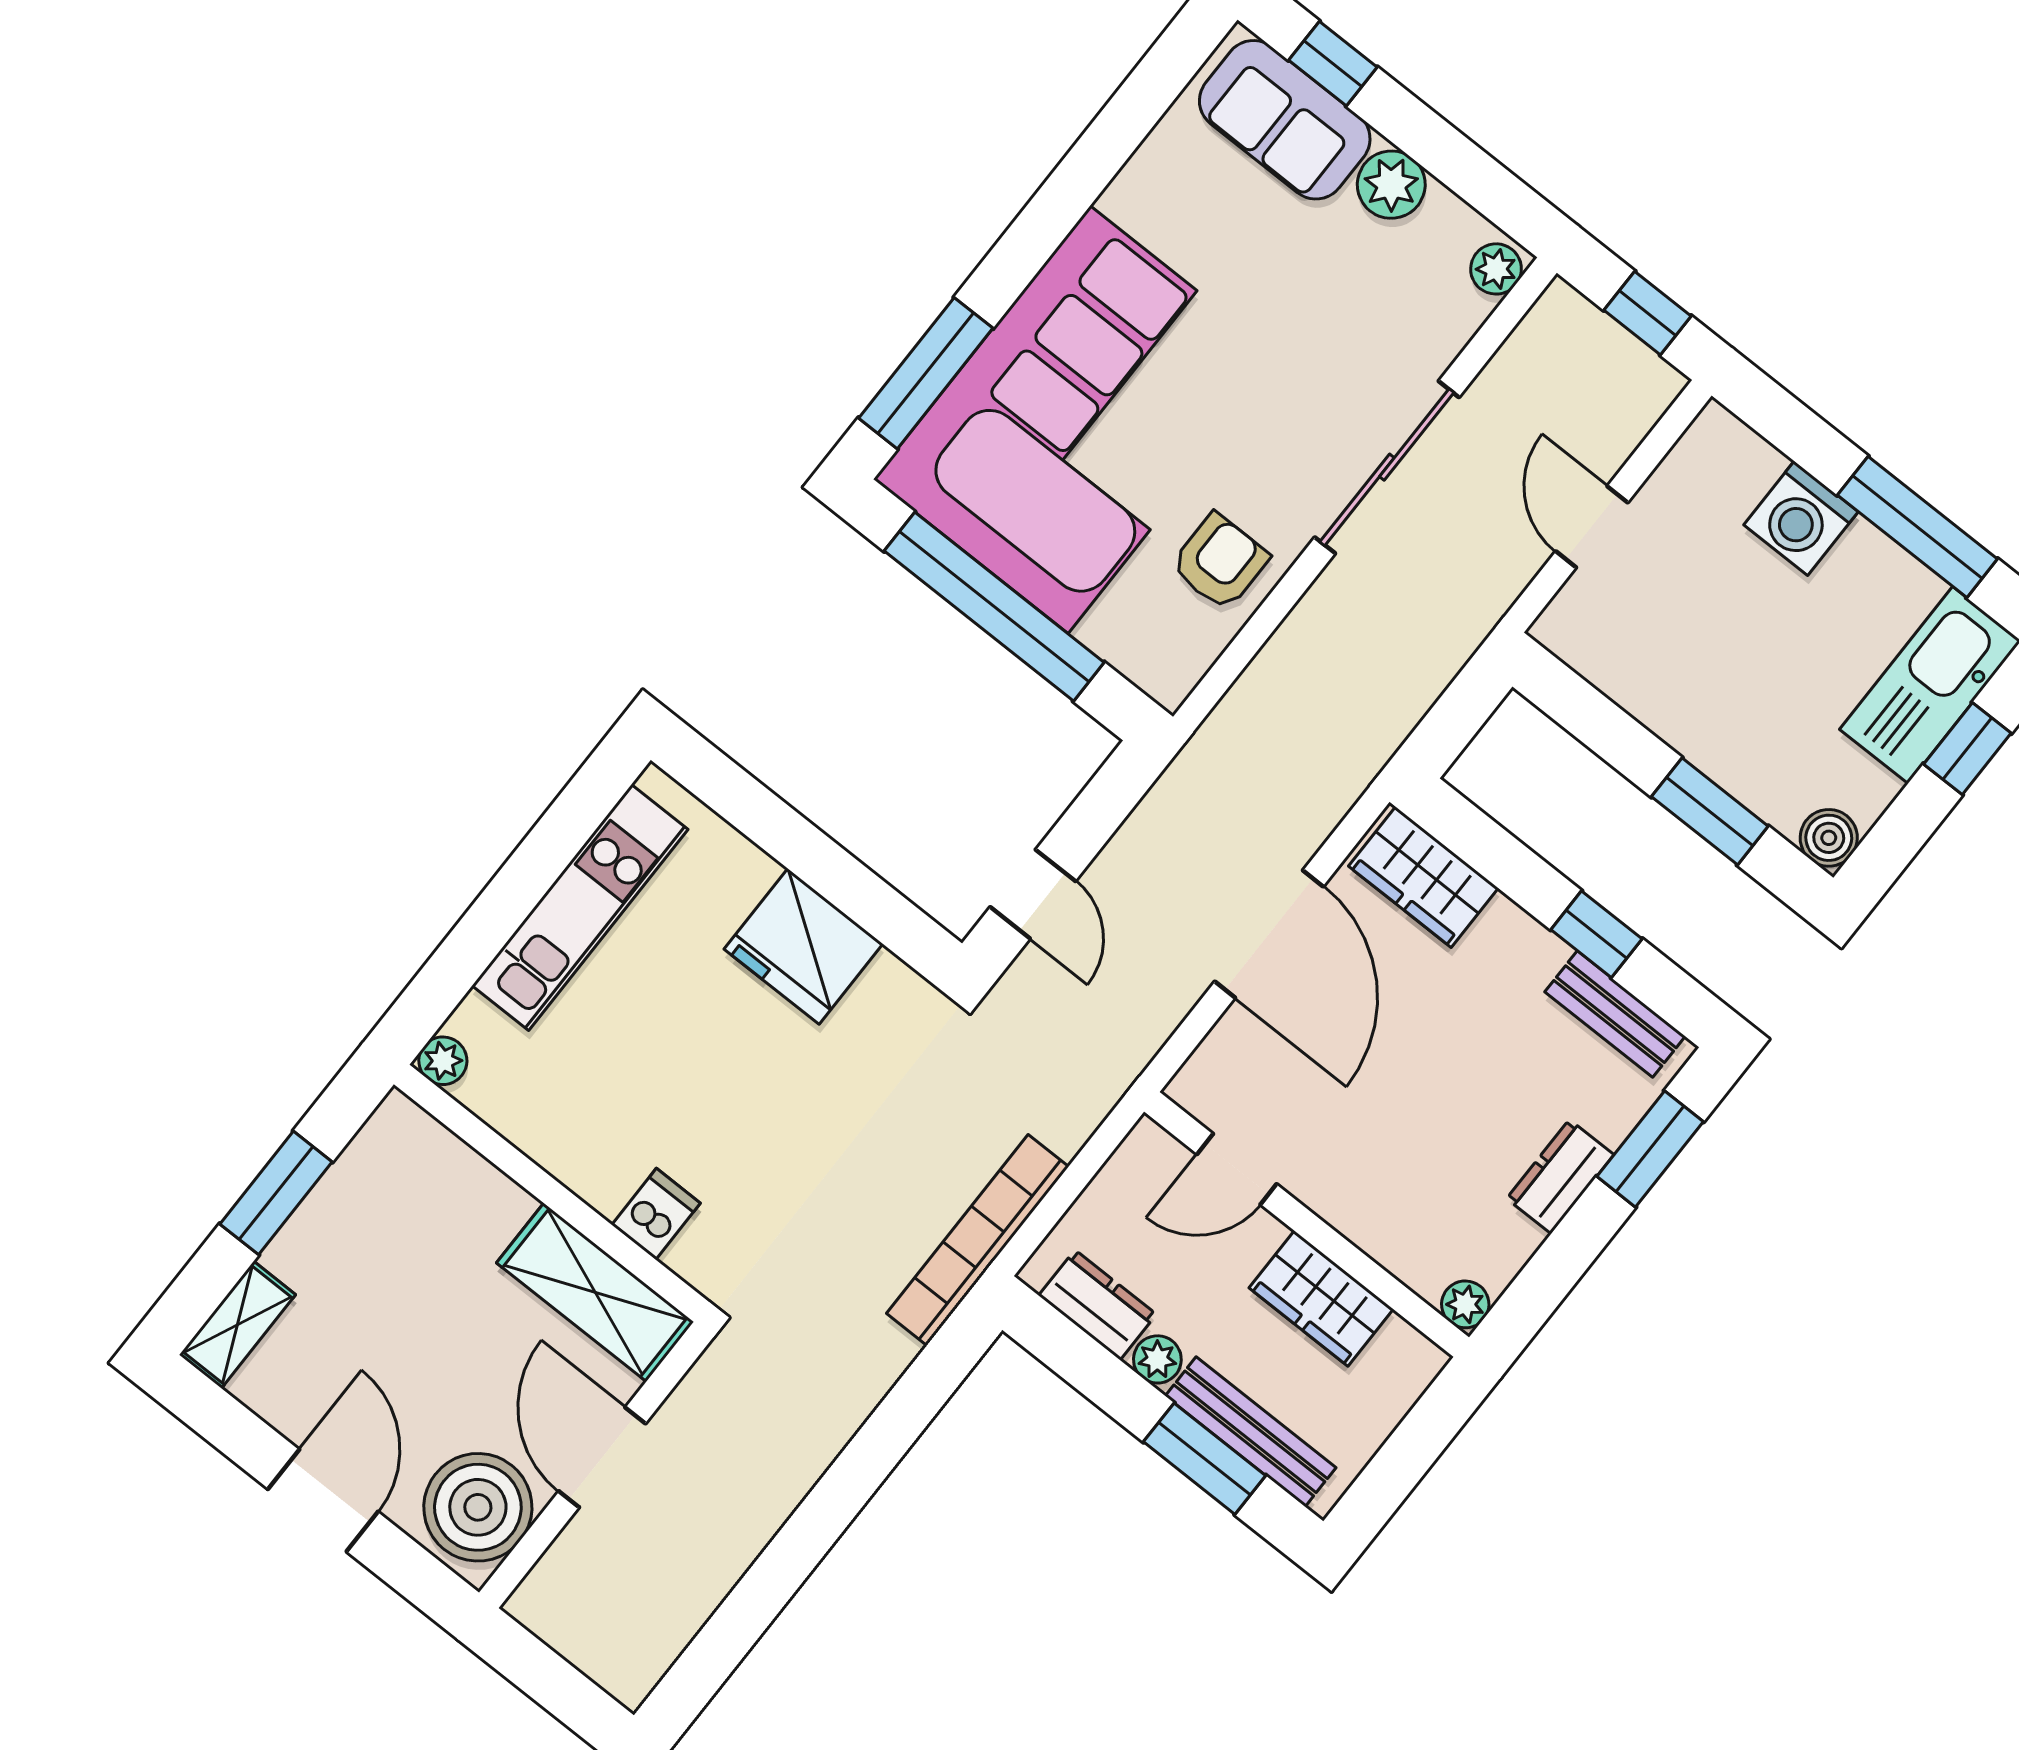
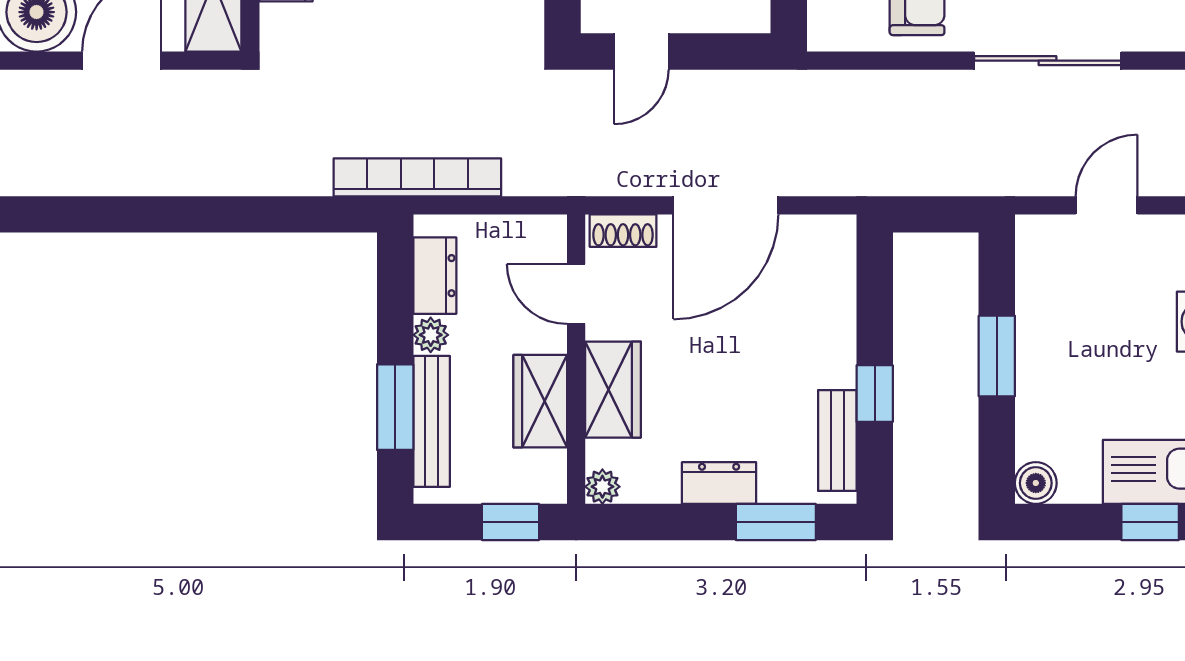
window: (1710, 811) -> (997, 356), moved
wardrobe: (1423, 877) -> (613, 390), moved, turned 180
shoe rack: (1209, 1065) -> (623, 231), added
window: (1425, 1433) -> (510, 522), added

